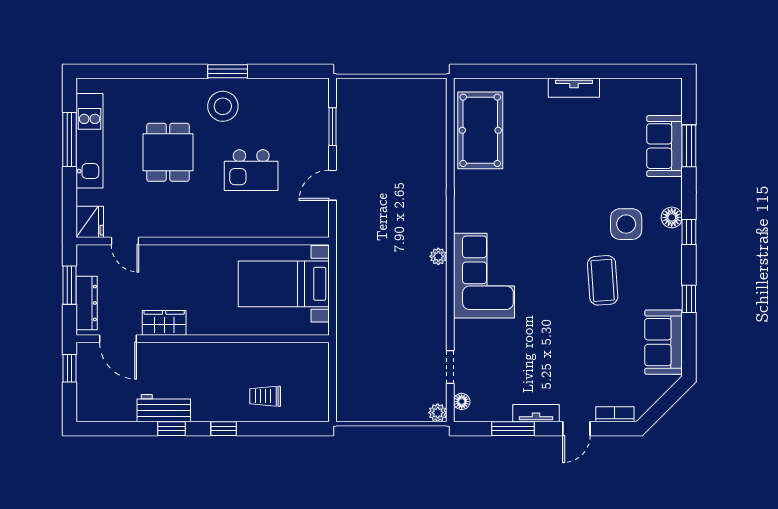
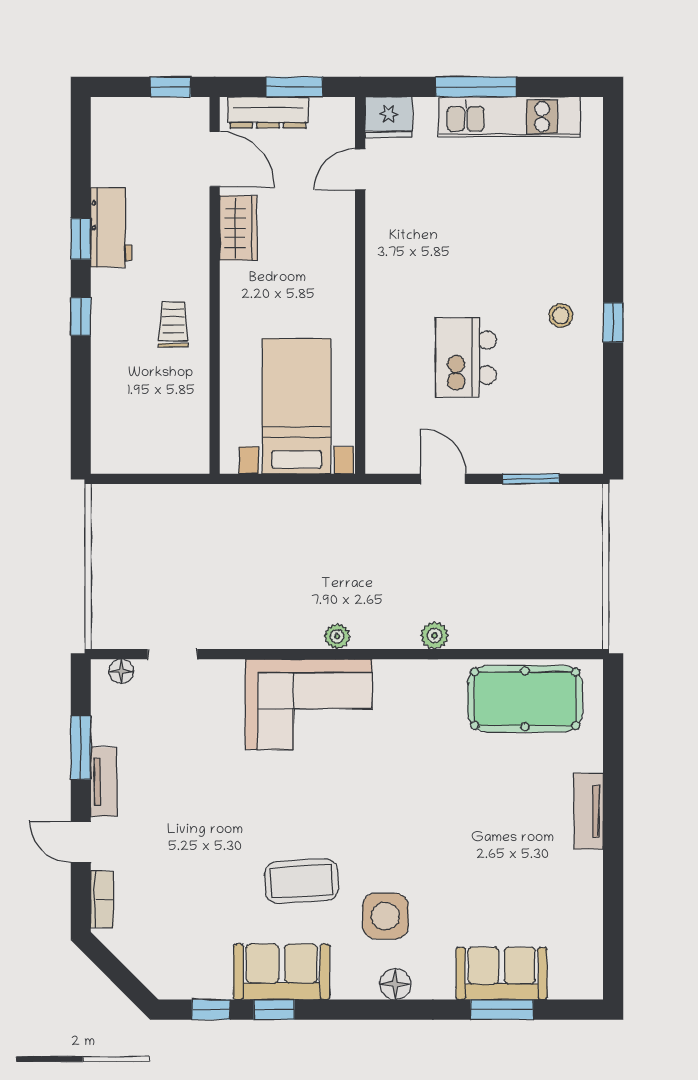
window: (228, 71) -> (613, 322), width x0.67
tv unit: (574, 88) -> (589, 811), moved
stool: (223, 106) -> (561, 315), width x0.53, depth x0.53
window: (69, 139) -> (476, 87), moved
dining table: (168, 152) -> (492, 234), removed
window: (689, 232) -> (211, 1010), moved
door: (118, 339) -> (215, 159), swing flipped
sofa: (664, 342) -> (282, 972), moved
trolley: (265, 396) -> (173, 324), moved
plant: (438, 413) -> (434, 635), moved

